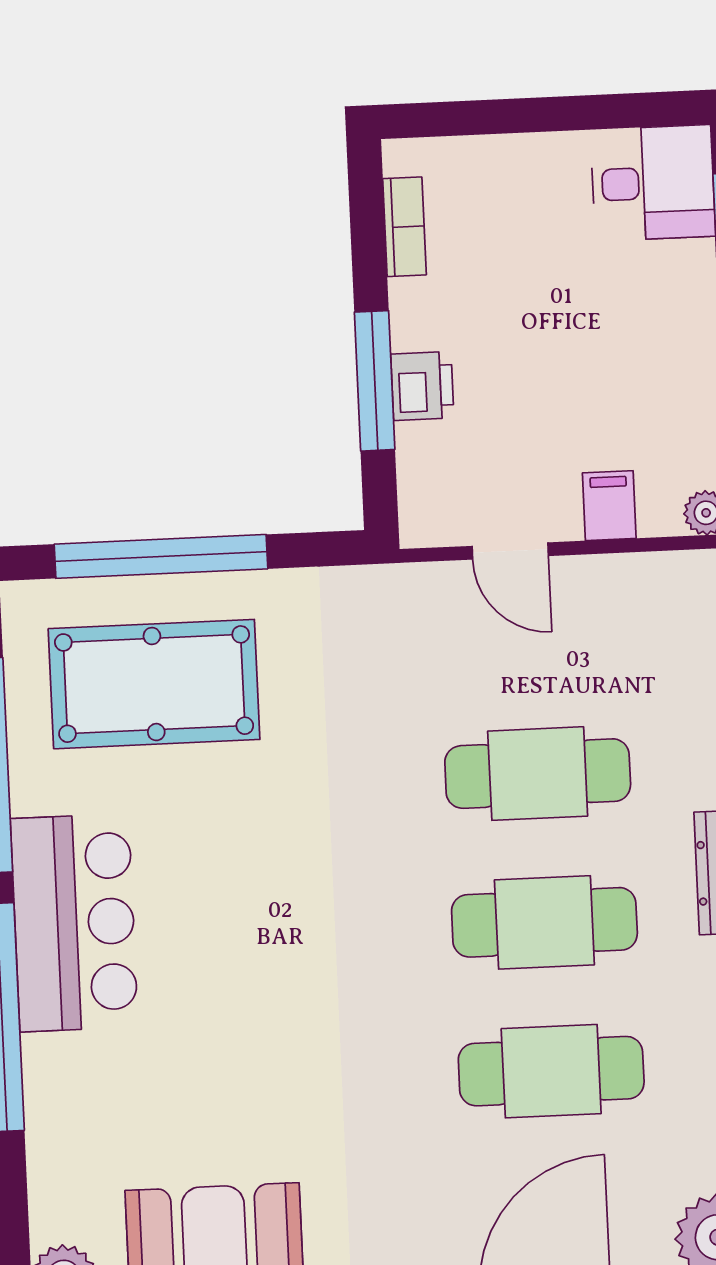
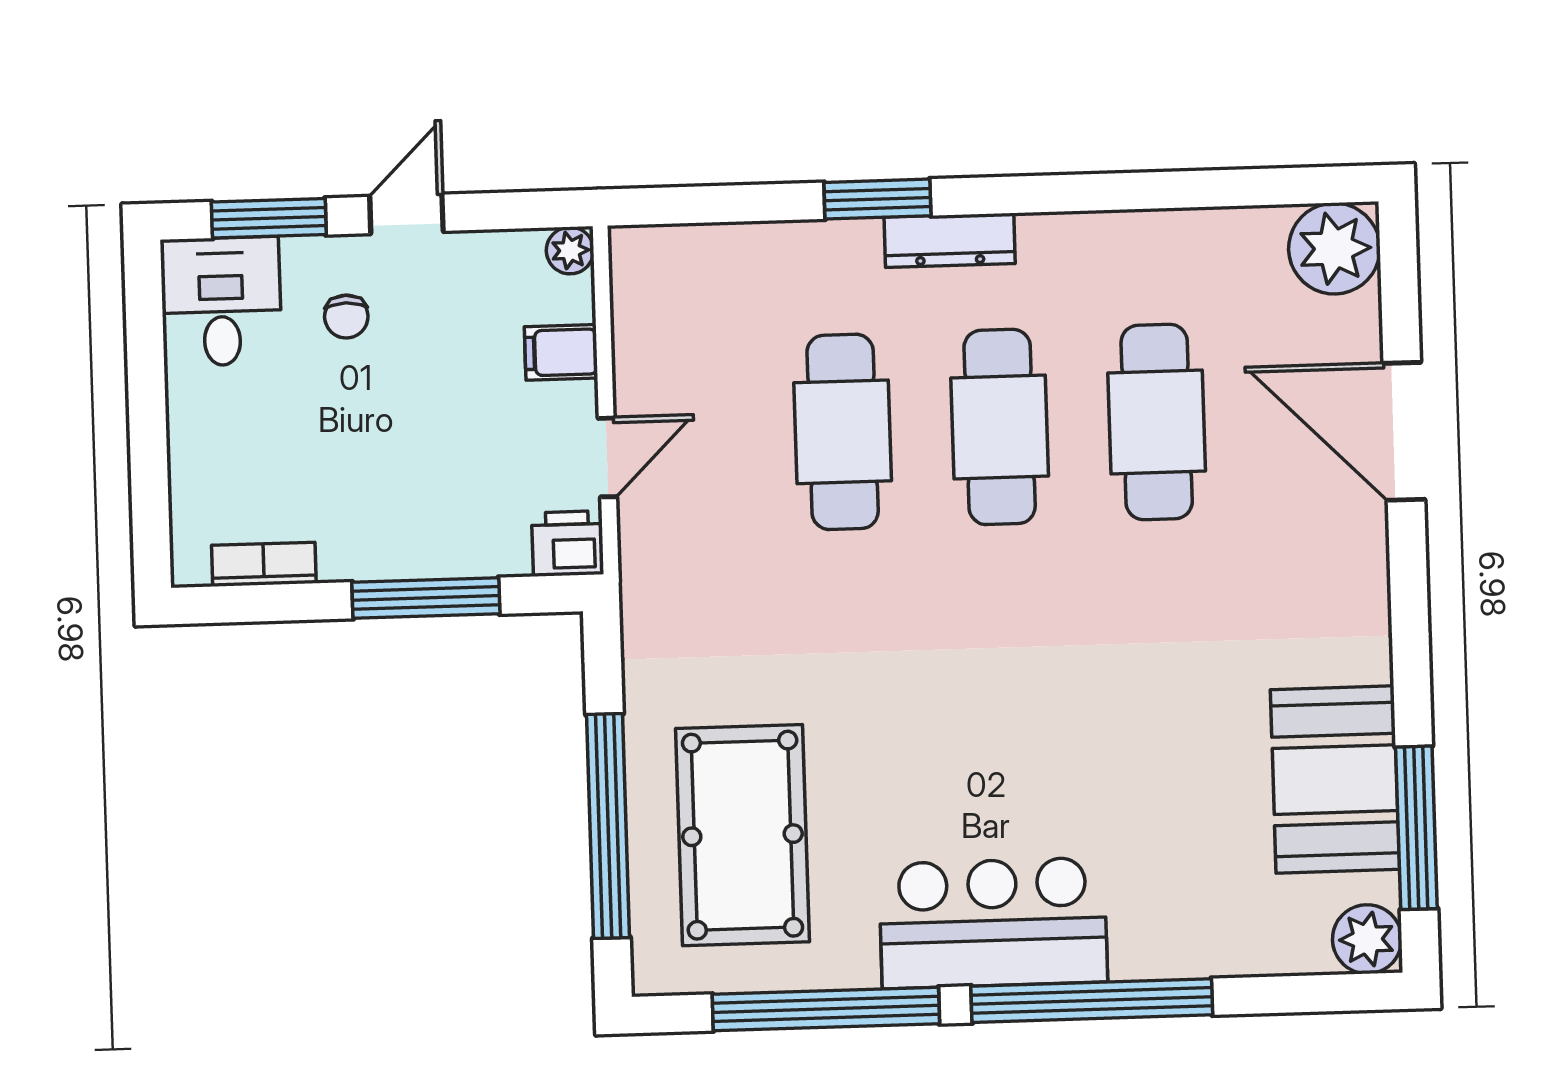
chair: (640, 302) -> (346, 317), added
printer: (422, 386) -> (568, 543), moved

